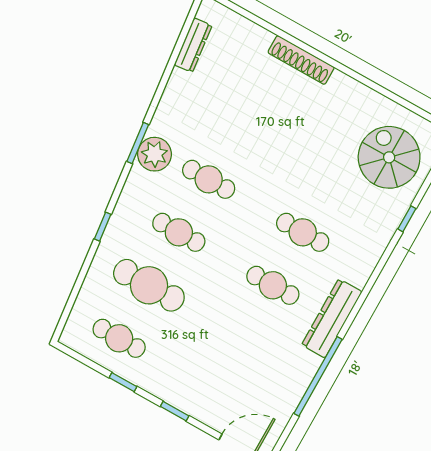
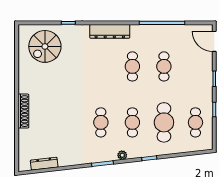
plant: (155, 154) -> (122, 155), moved, width x0.53, depth x0.53
cafe table: (303, 232) -> (164, 66), moved
dresser: (332, 318) -> (110, 31), moved

